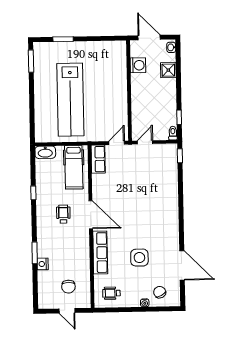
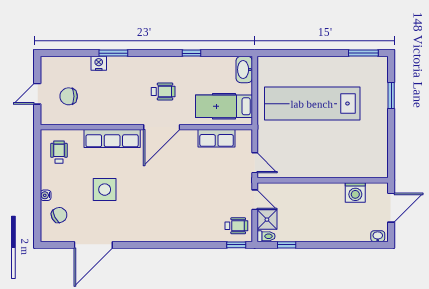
shower: (168, 70) -> (267, 220), moved
wheelchair: (165, 156) -> (236, 226), added
row of seats: (98, 159) -> (217, 138), moved

